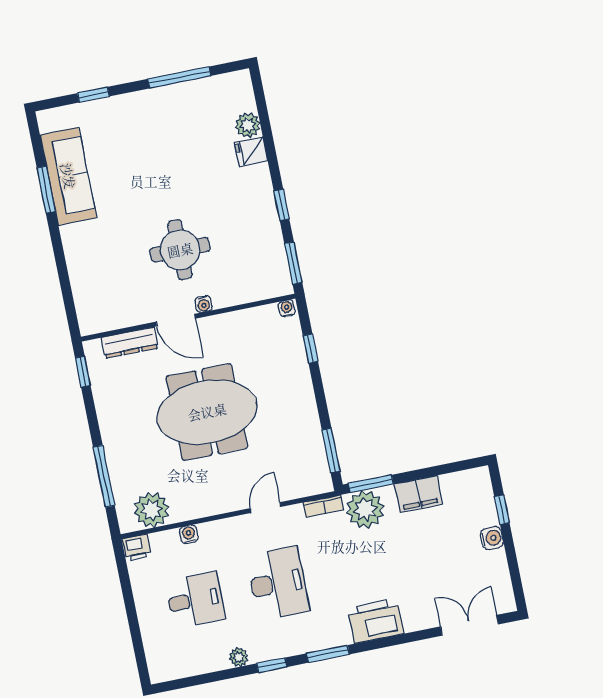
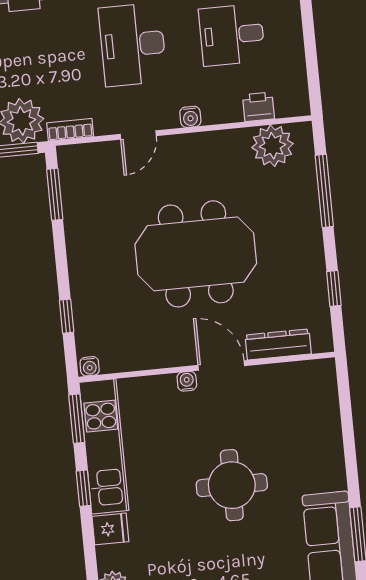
fridge: (251, 152) -> (110, 529), moved
kitchen unit: (268, 242) -> (104, 446), added
round table: (180, 250) -> (232, 485), moved
window: (83, 372) -> (334, 288), moved
water cooler: (189, 534) -> (190, 117), moved
printer: (137, 548) -> (258, 107), moved

